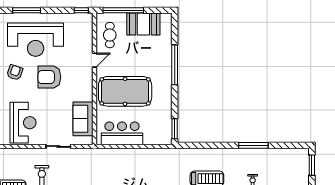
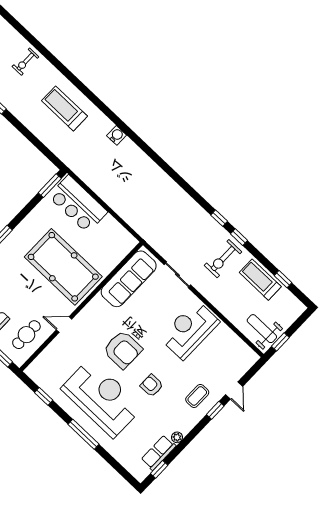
window: (81, 10) -> (44, 396), moved
armchair: (15, 72) -> (152, 386), turned 71
sofa: (83, 119) -> (129, 279), width x1.36
bar counter: (122, 133) -> (78, 204), moved

